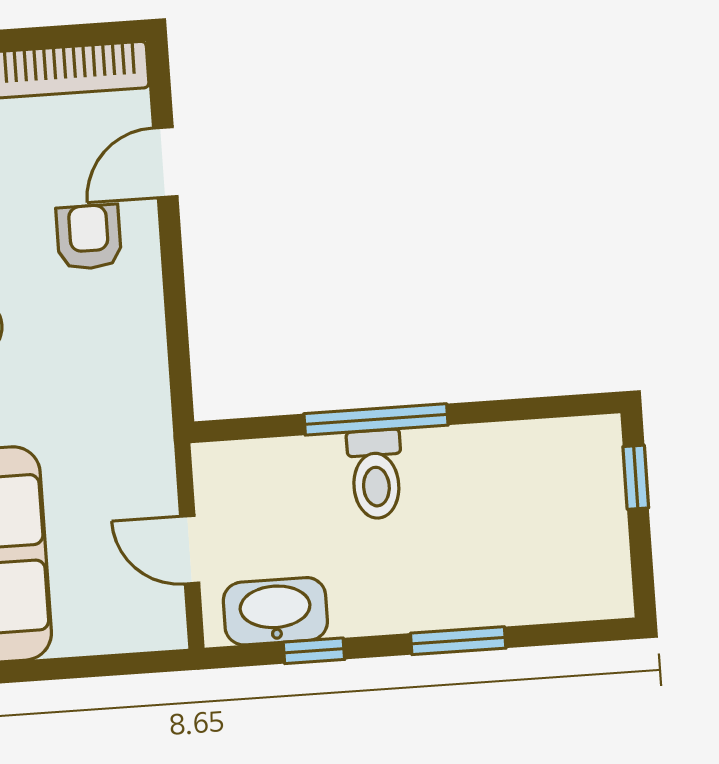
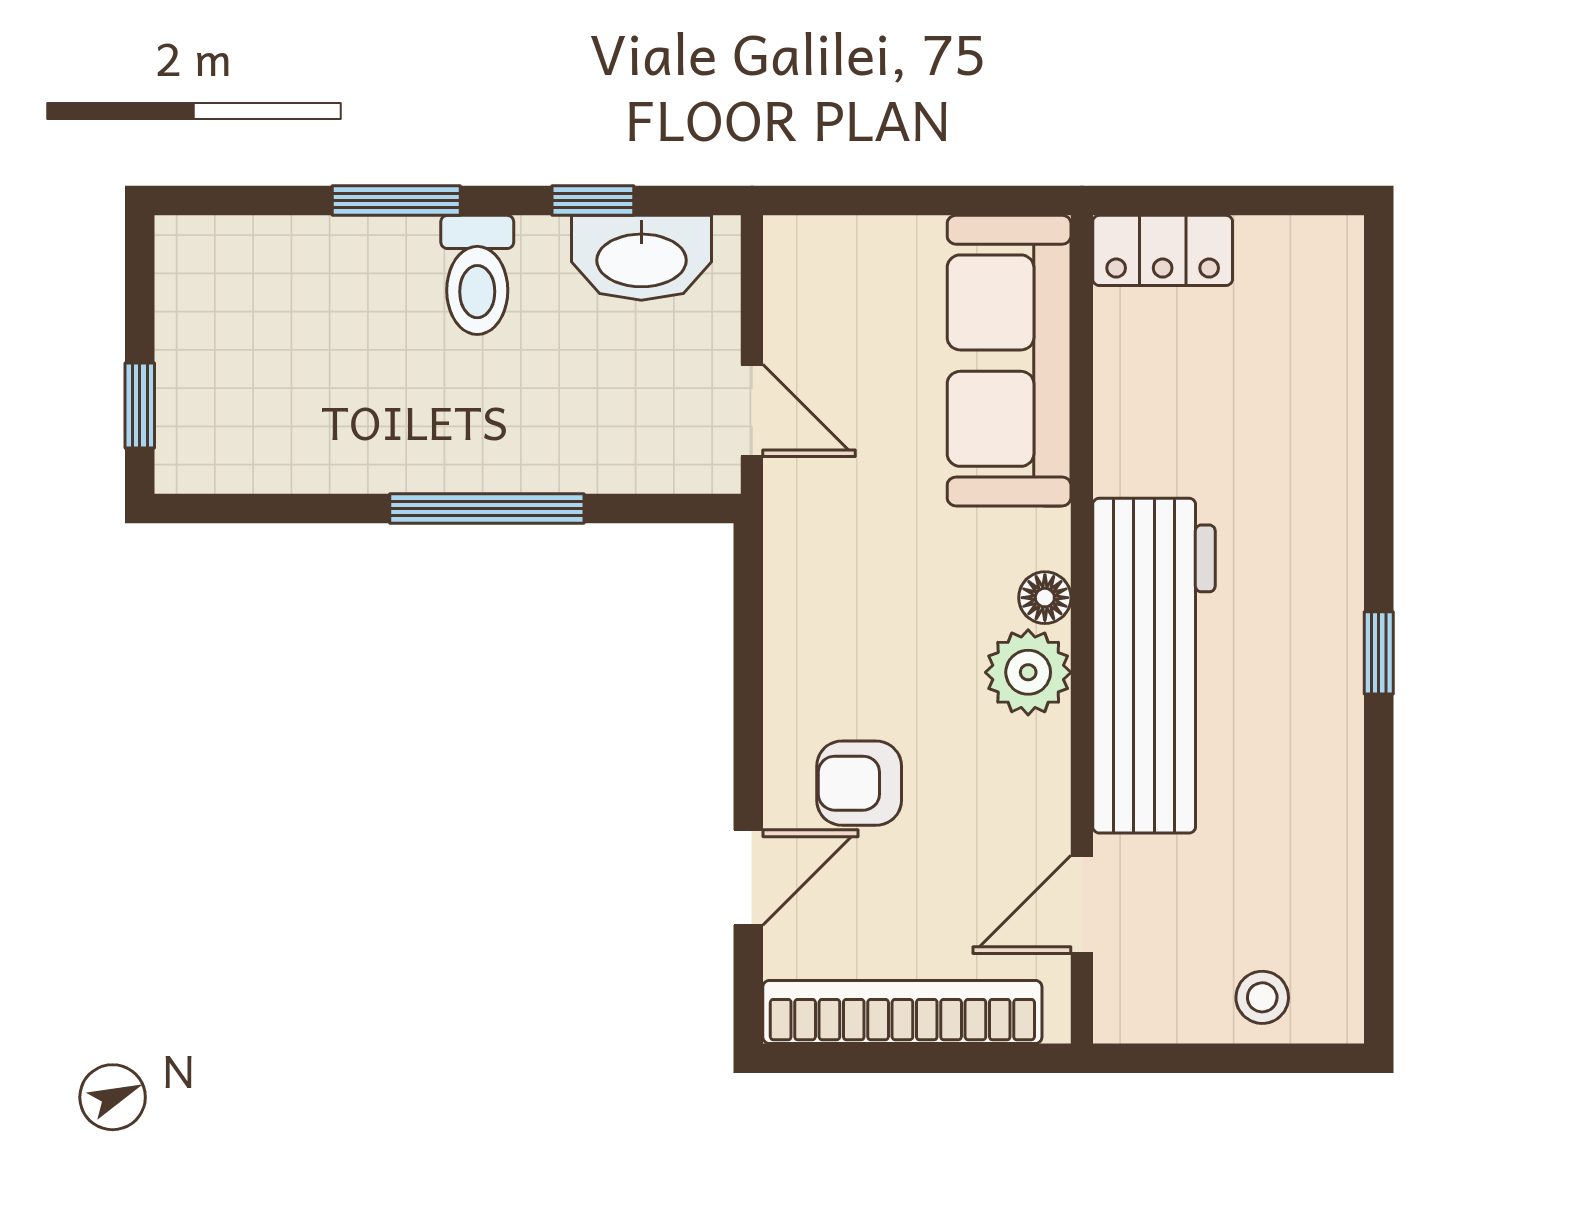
armchair: (89, 237) -> (859, 783), turned 90
toilet: (376, 474) -> (477, 275), moved, turned 180
door: (190, 550) -> (752, 410), moved

